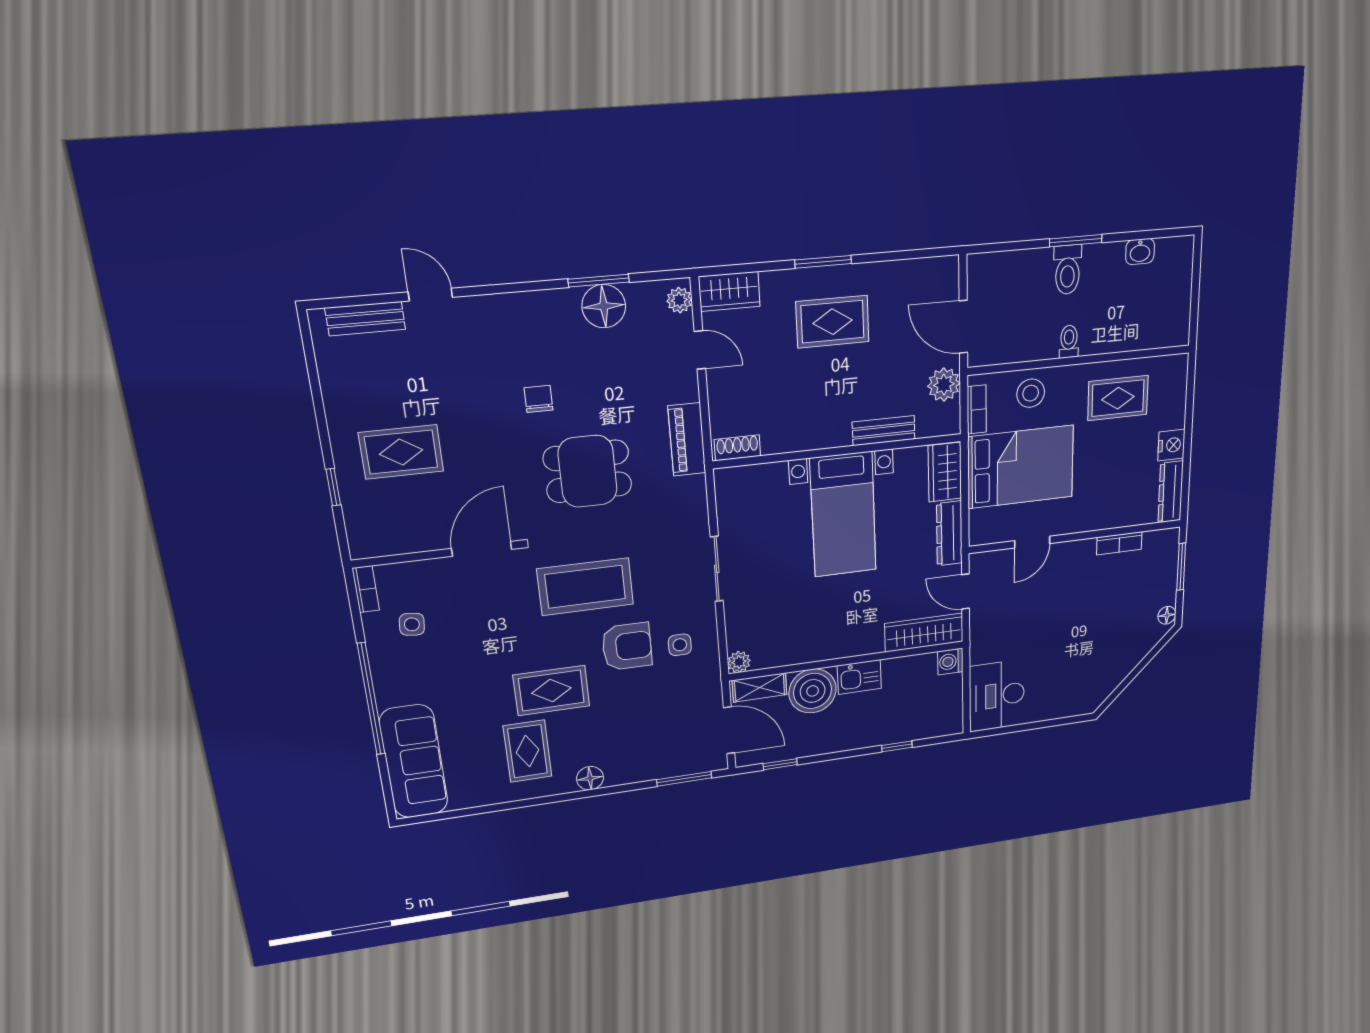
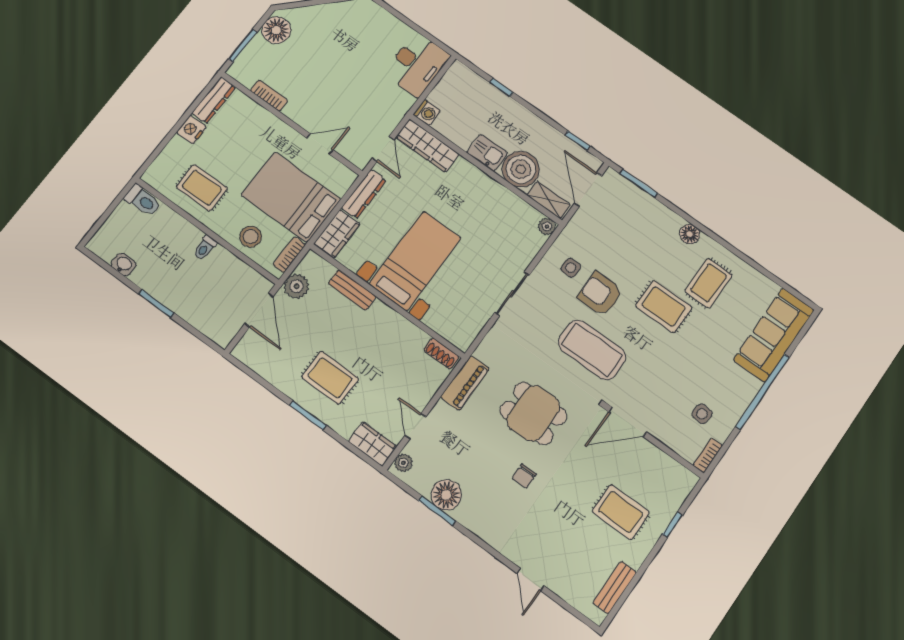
toilet: (1068, 270) -> (143, 200), moved, turned 90
bench: (365, 319) -> (615, 588), moved, turned 90
floor lamp: (1167, 615) -> (276, 30), width x1.89, depth x1.89

